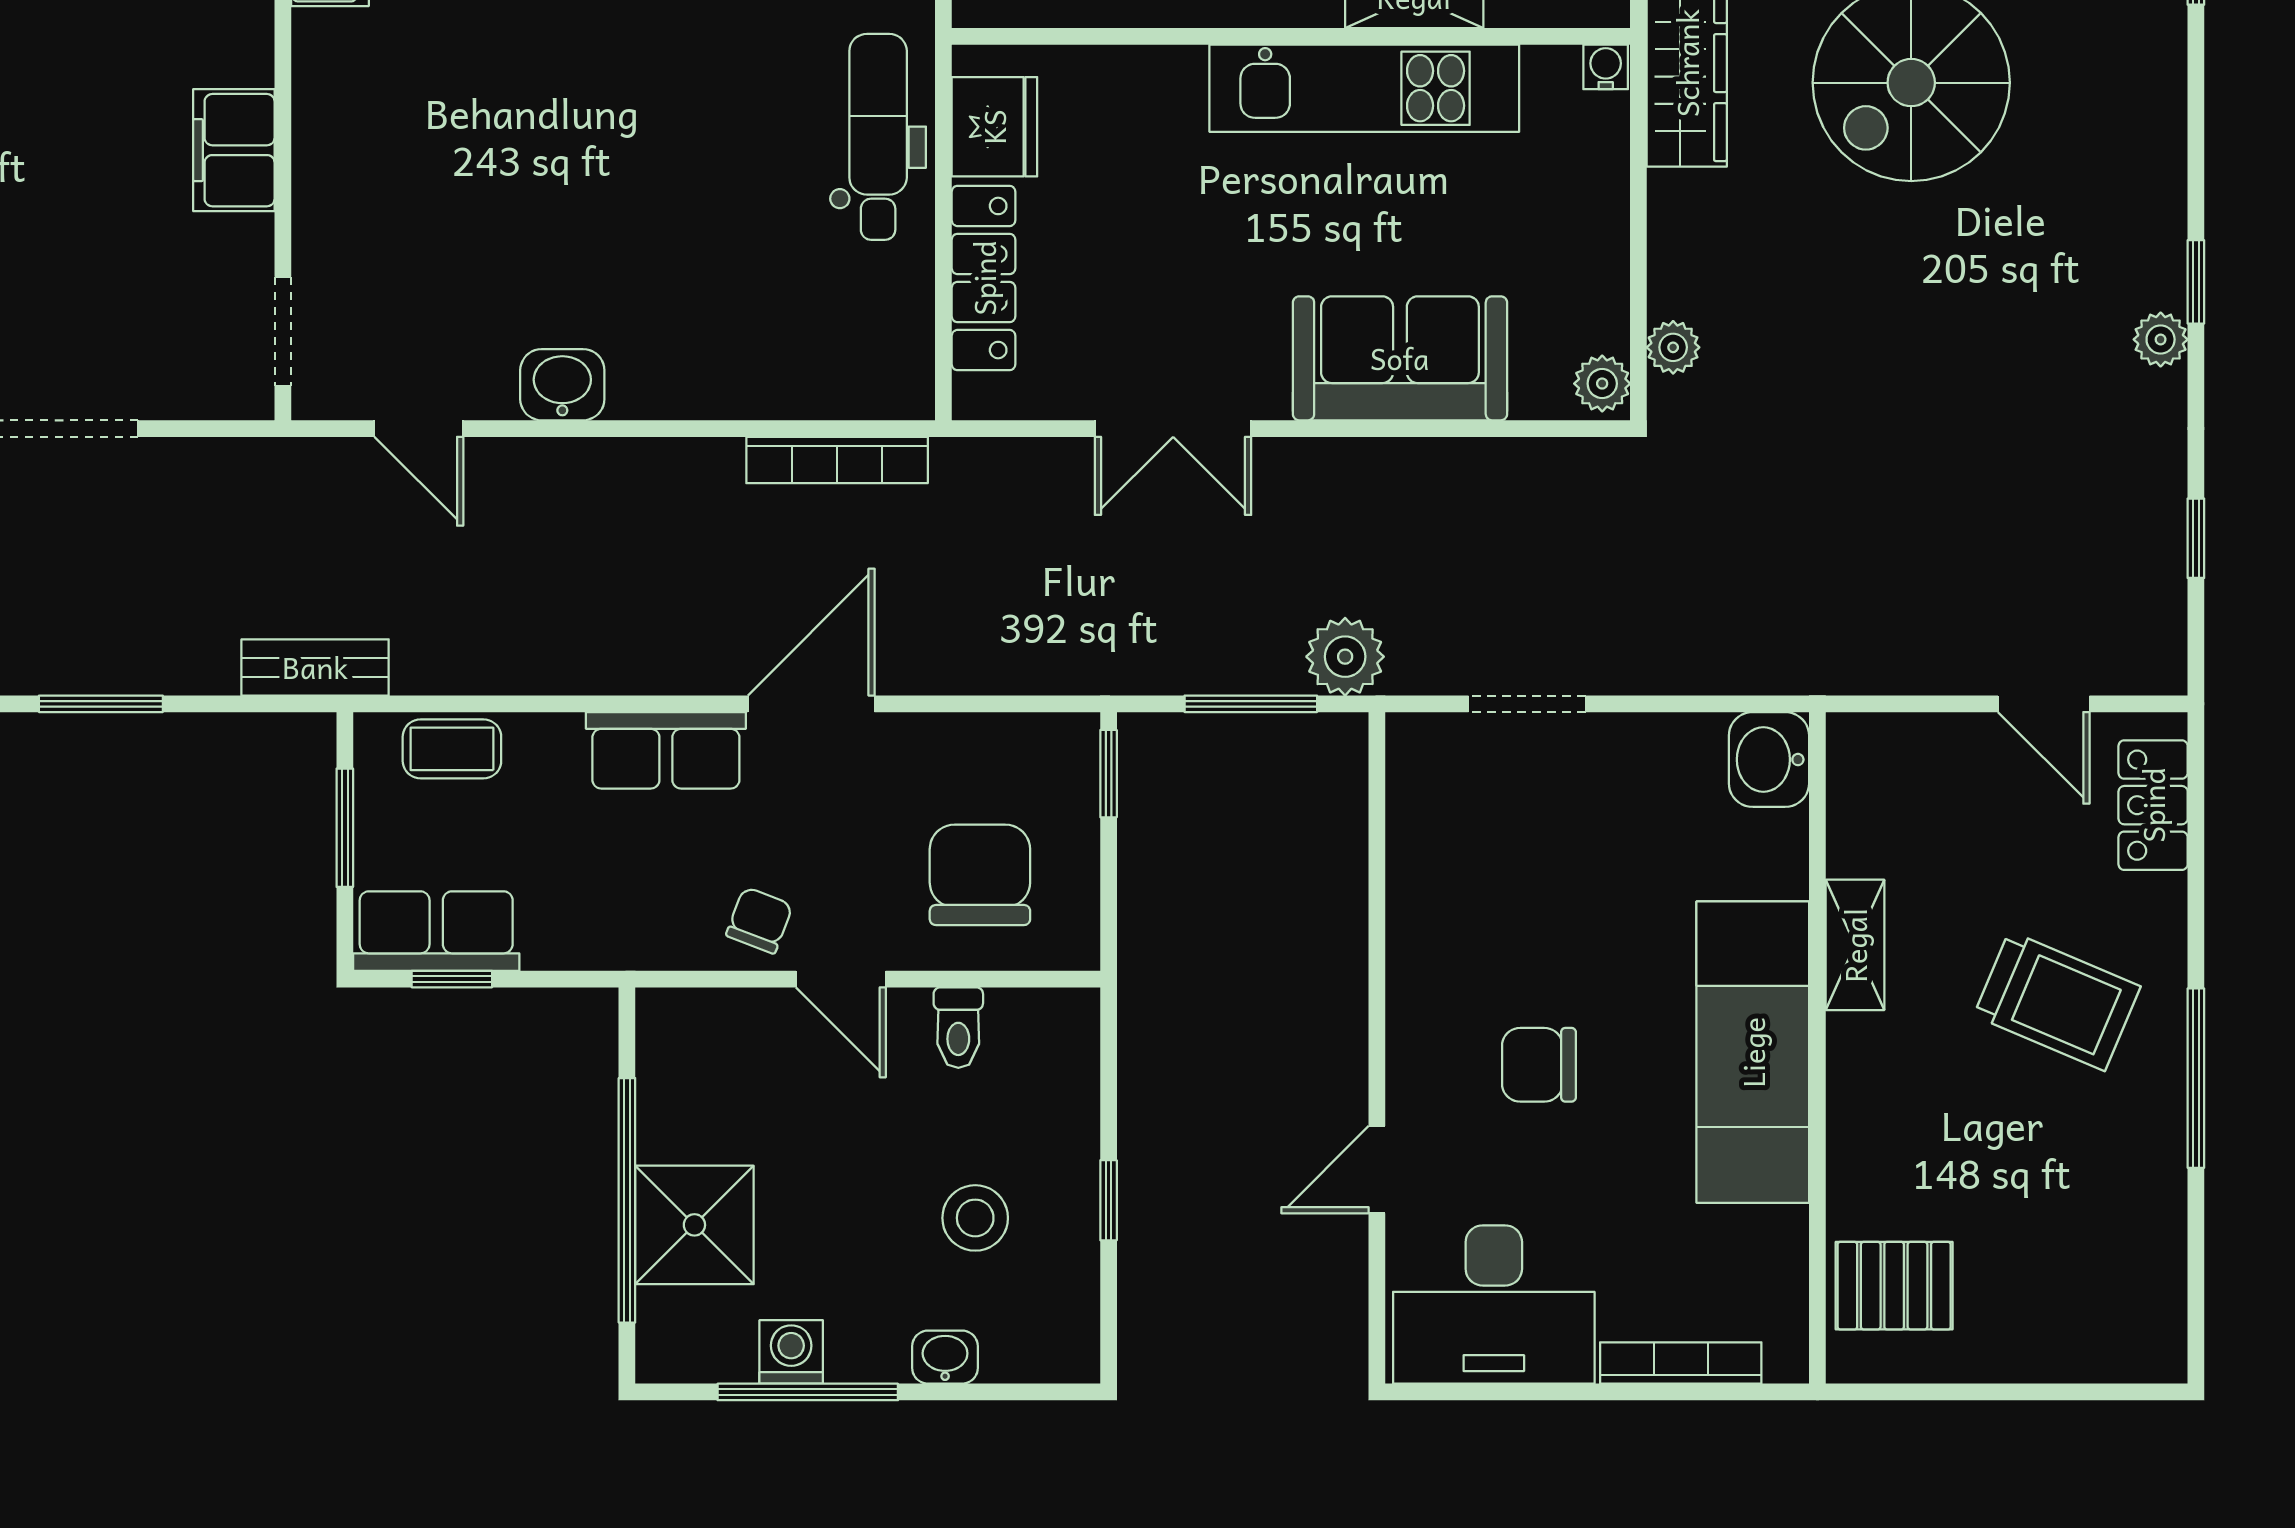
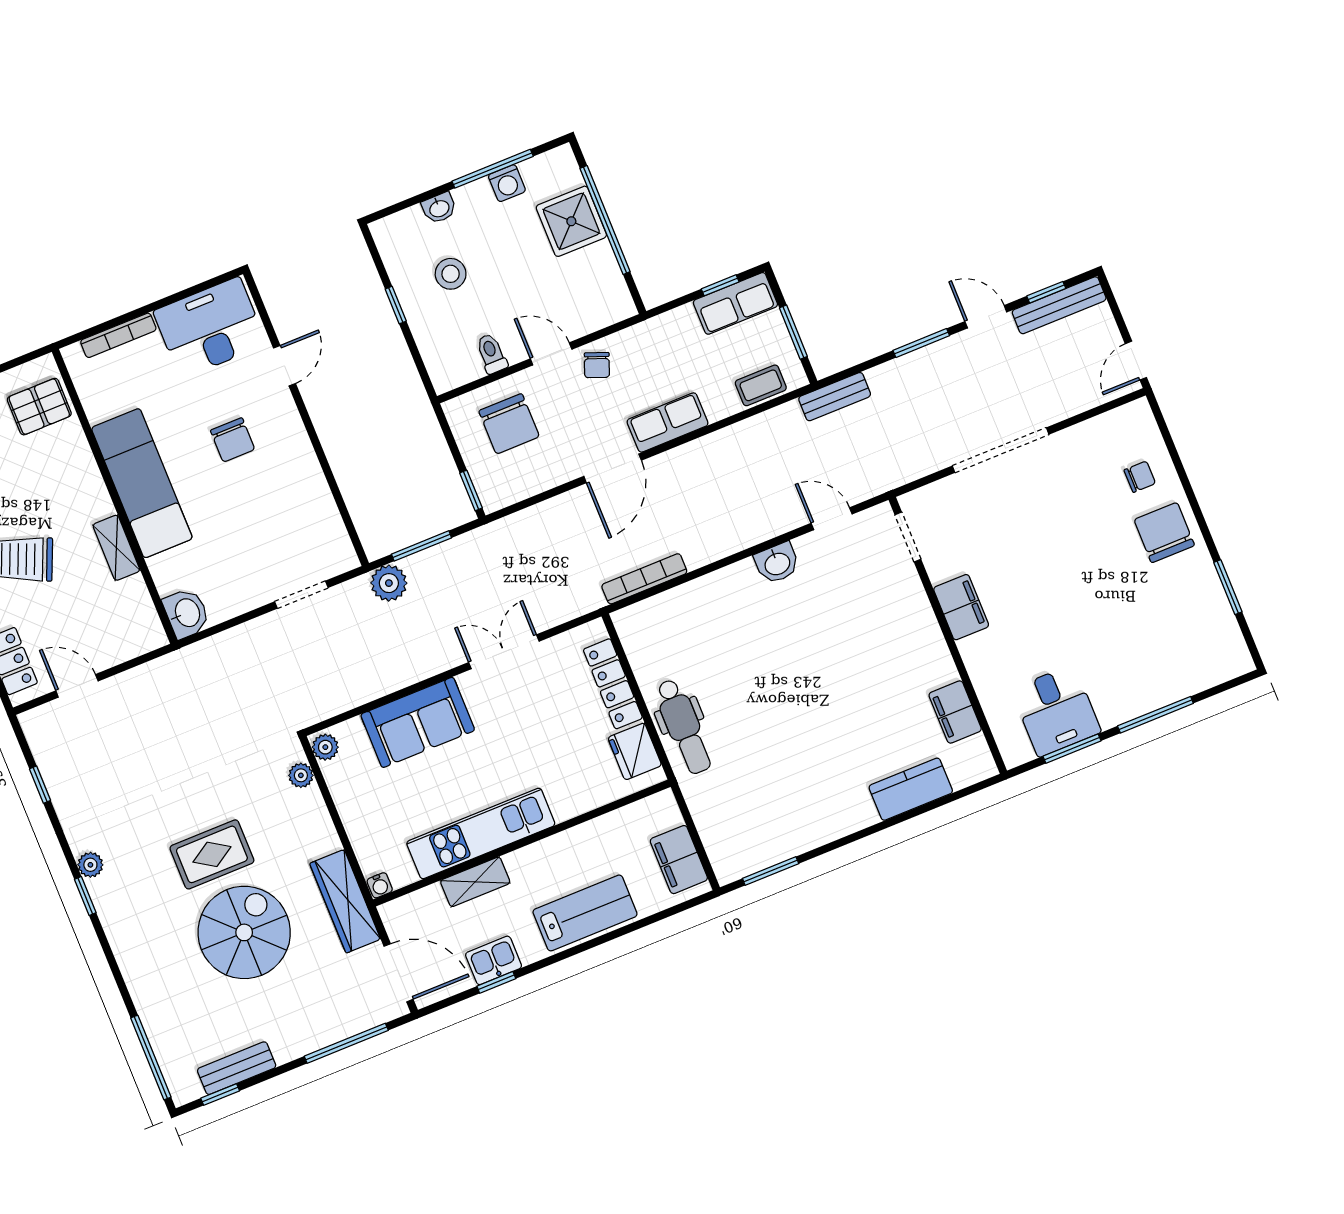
rug: (1912, 263) -> (212, 854), added
chair: (1539, 1065) -> (233, 440), turned 90

